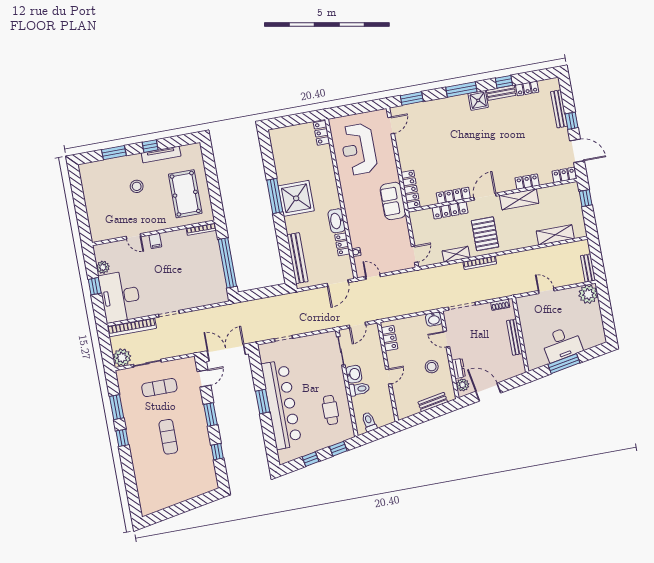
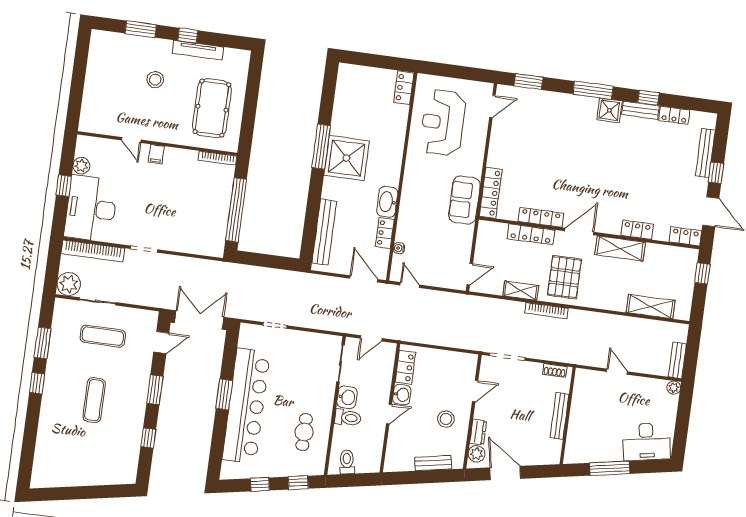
door: (338, 283) -> (364, 279), swing flipped
plant: (588, 294) -> (674, 388), width x0.53, depth x0.53
washbasin: (434, 319) -> (402, 395), moved, turned -90
door: (446, 339) -> (475, 391), swing flipped
desk: (562, 344) -> (646, 442), moved

